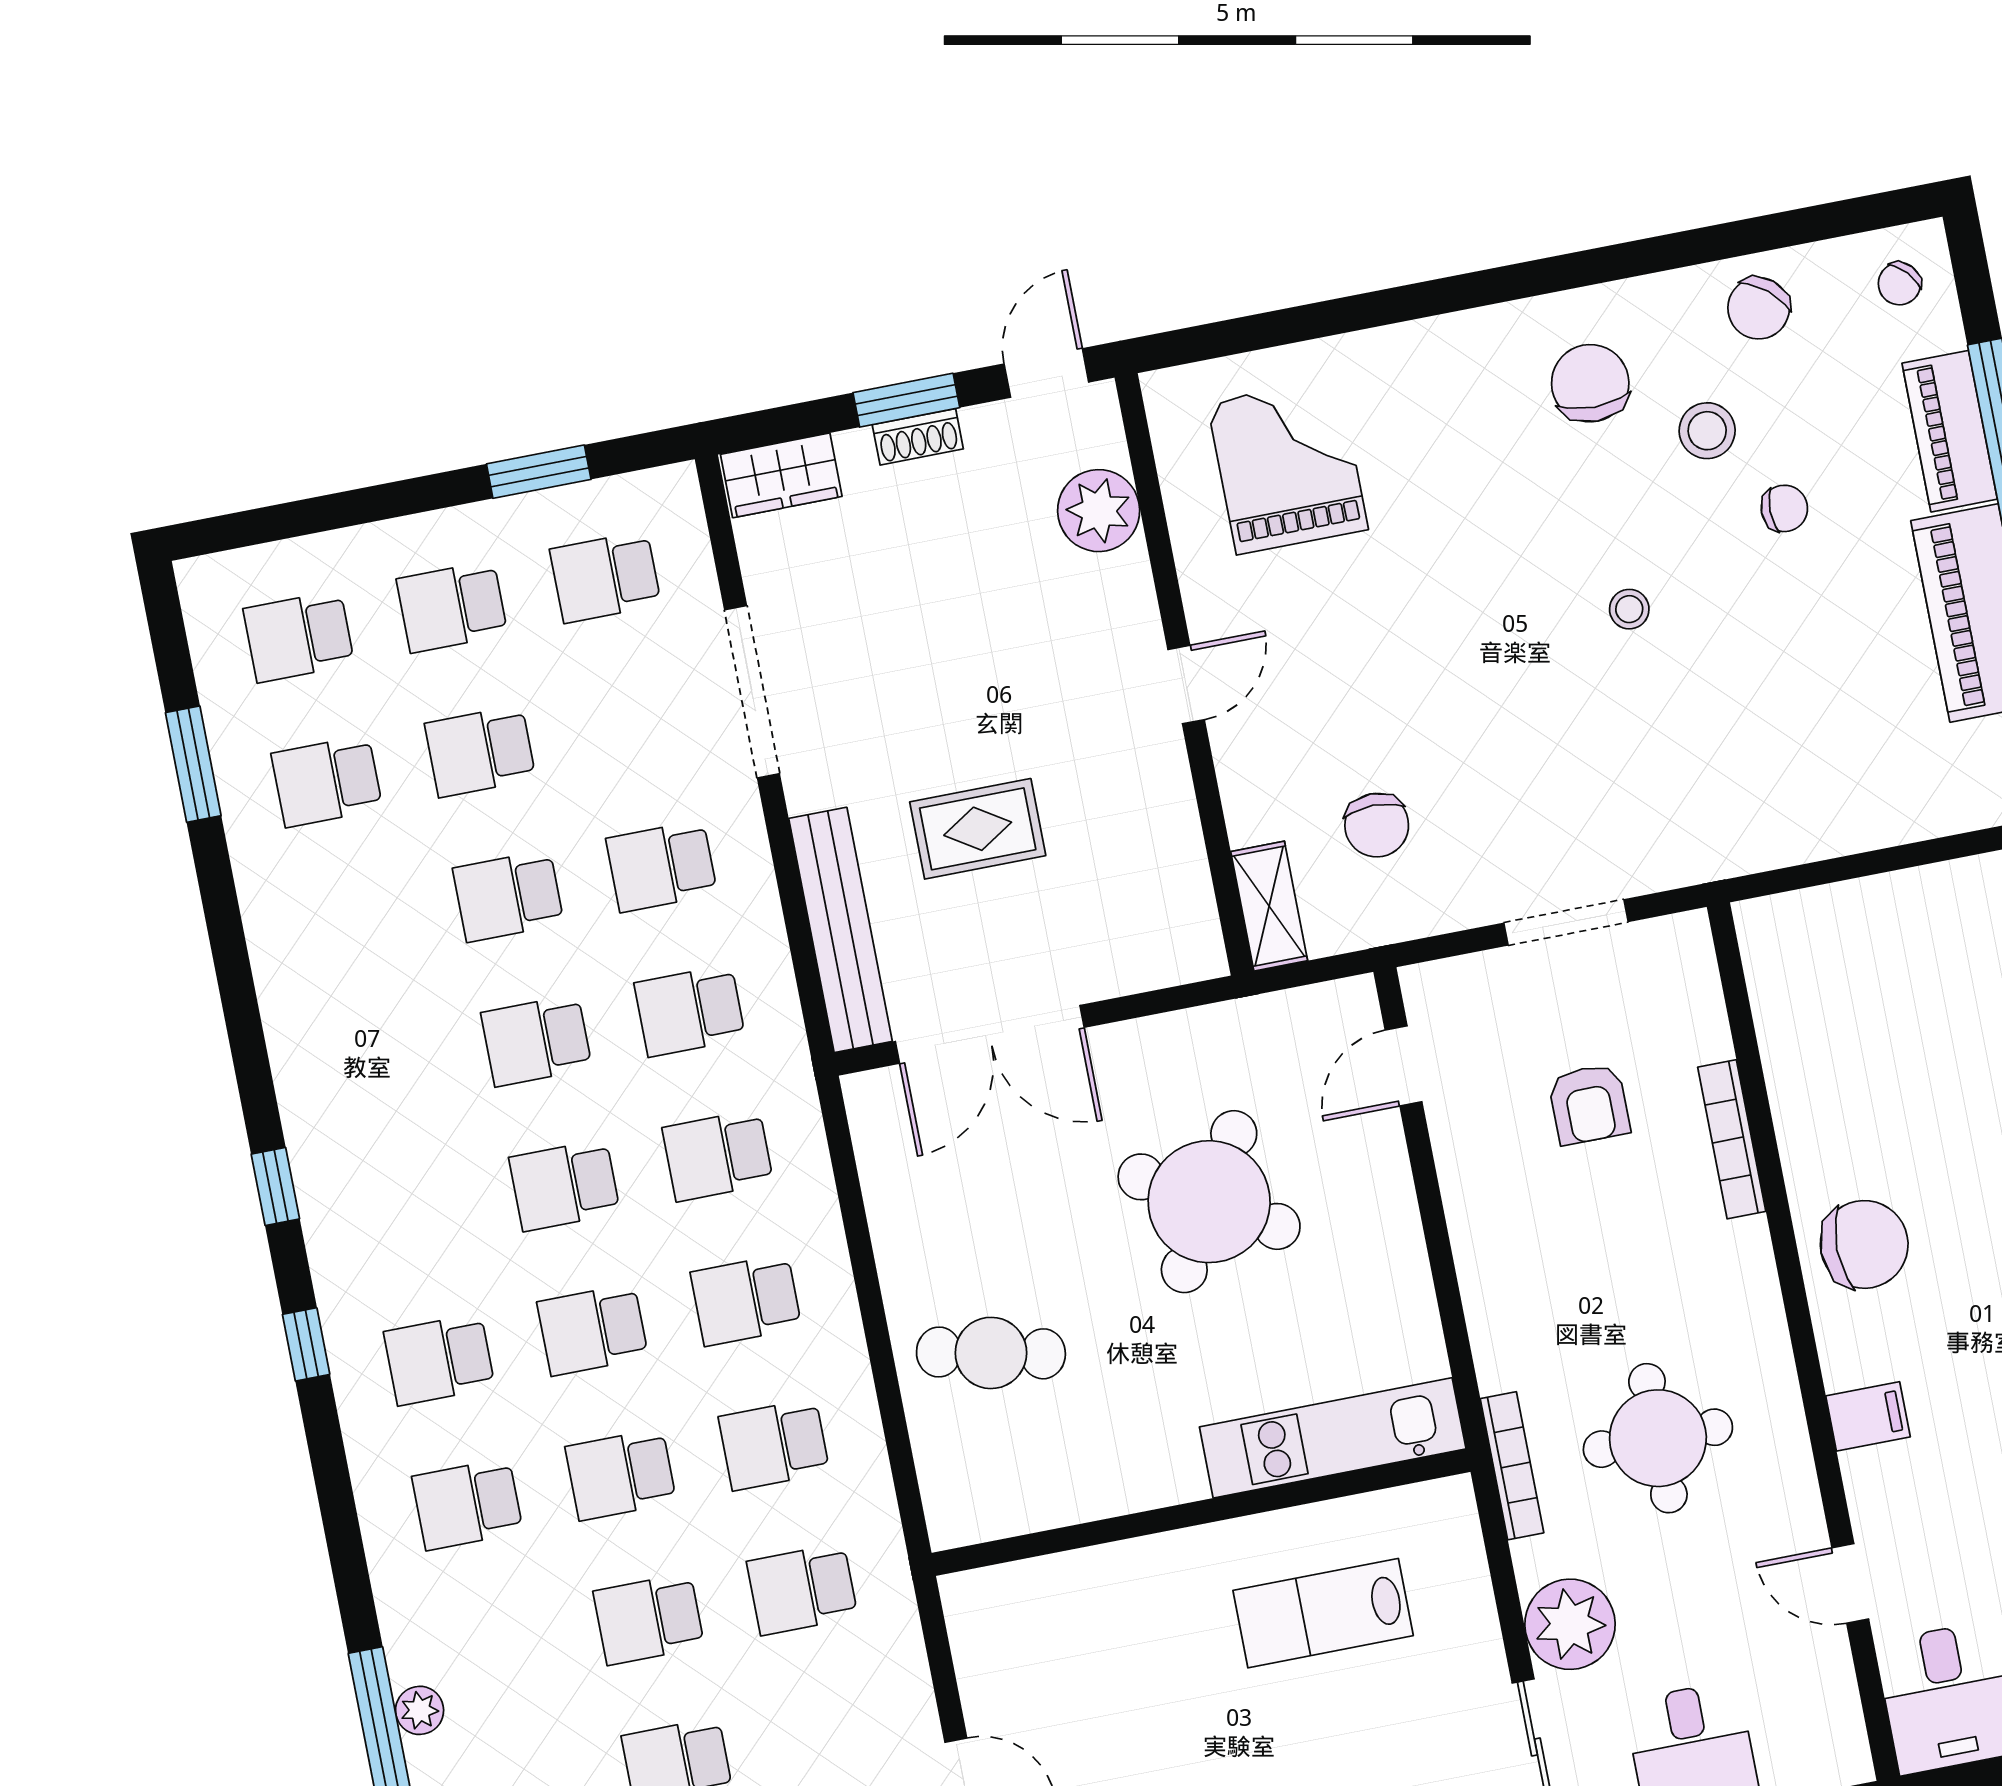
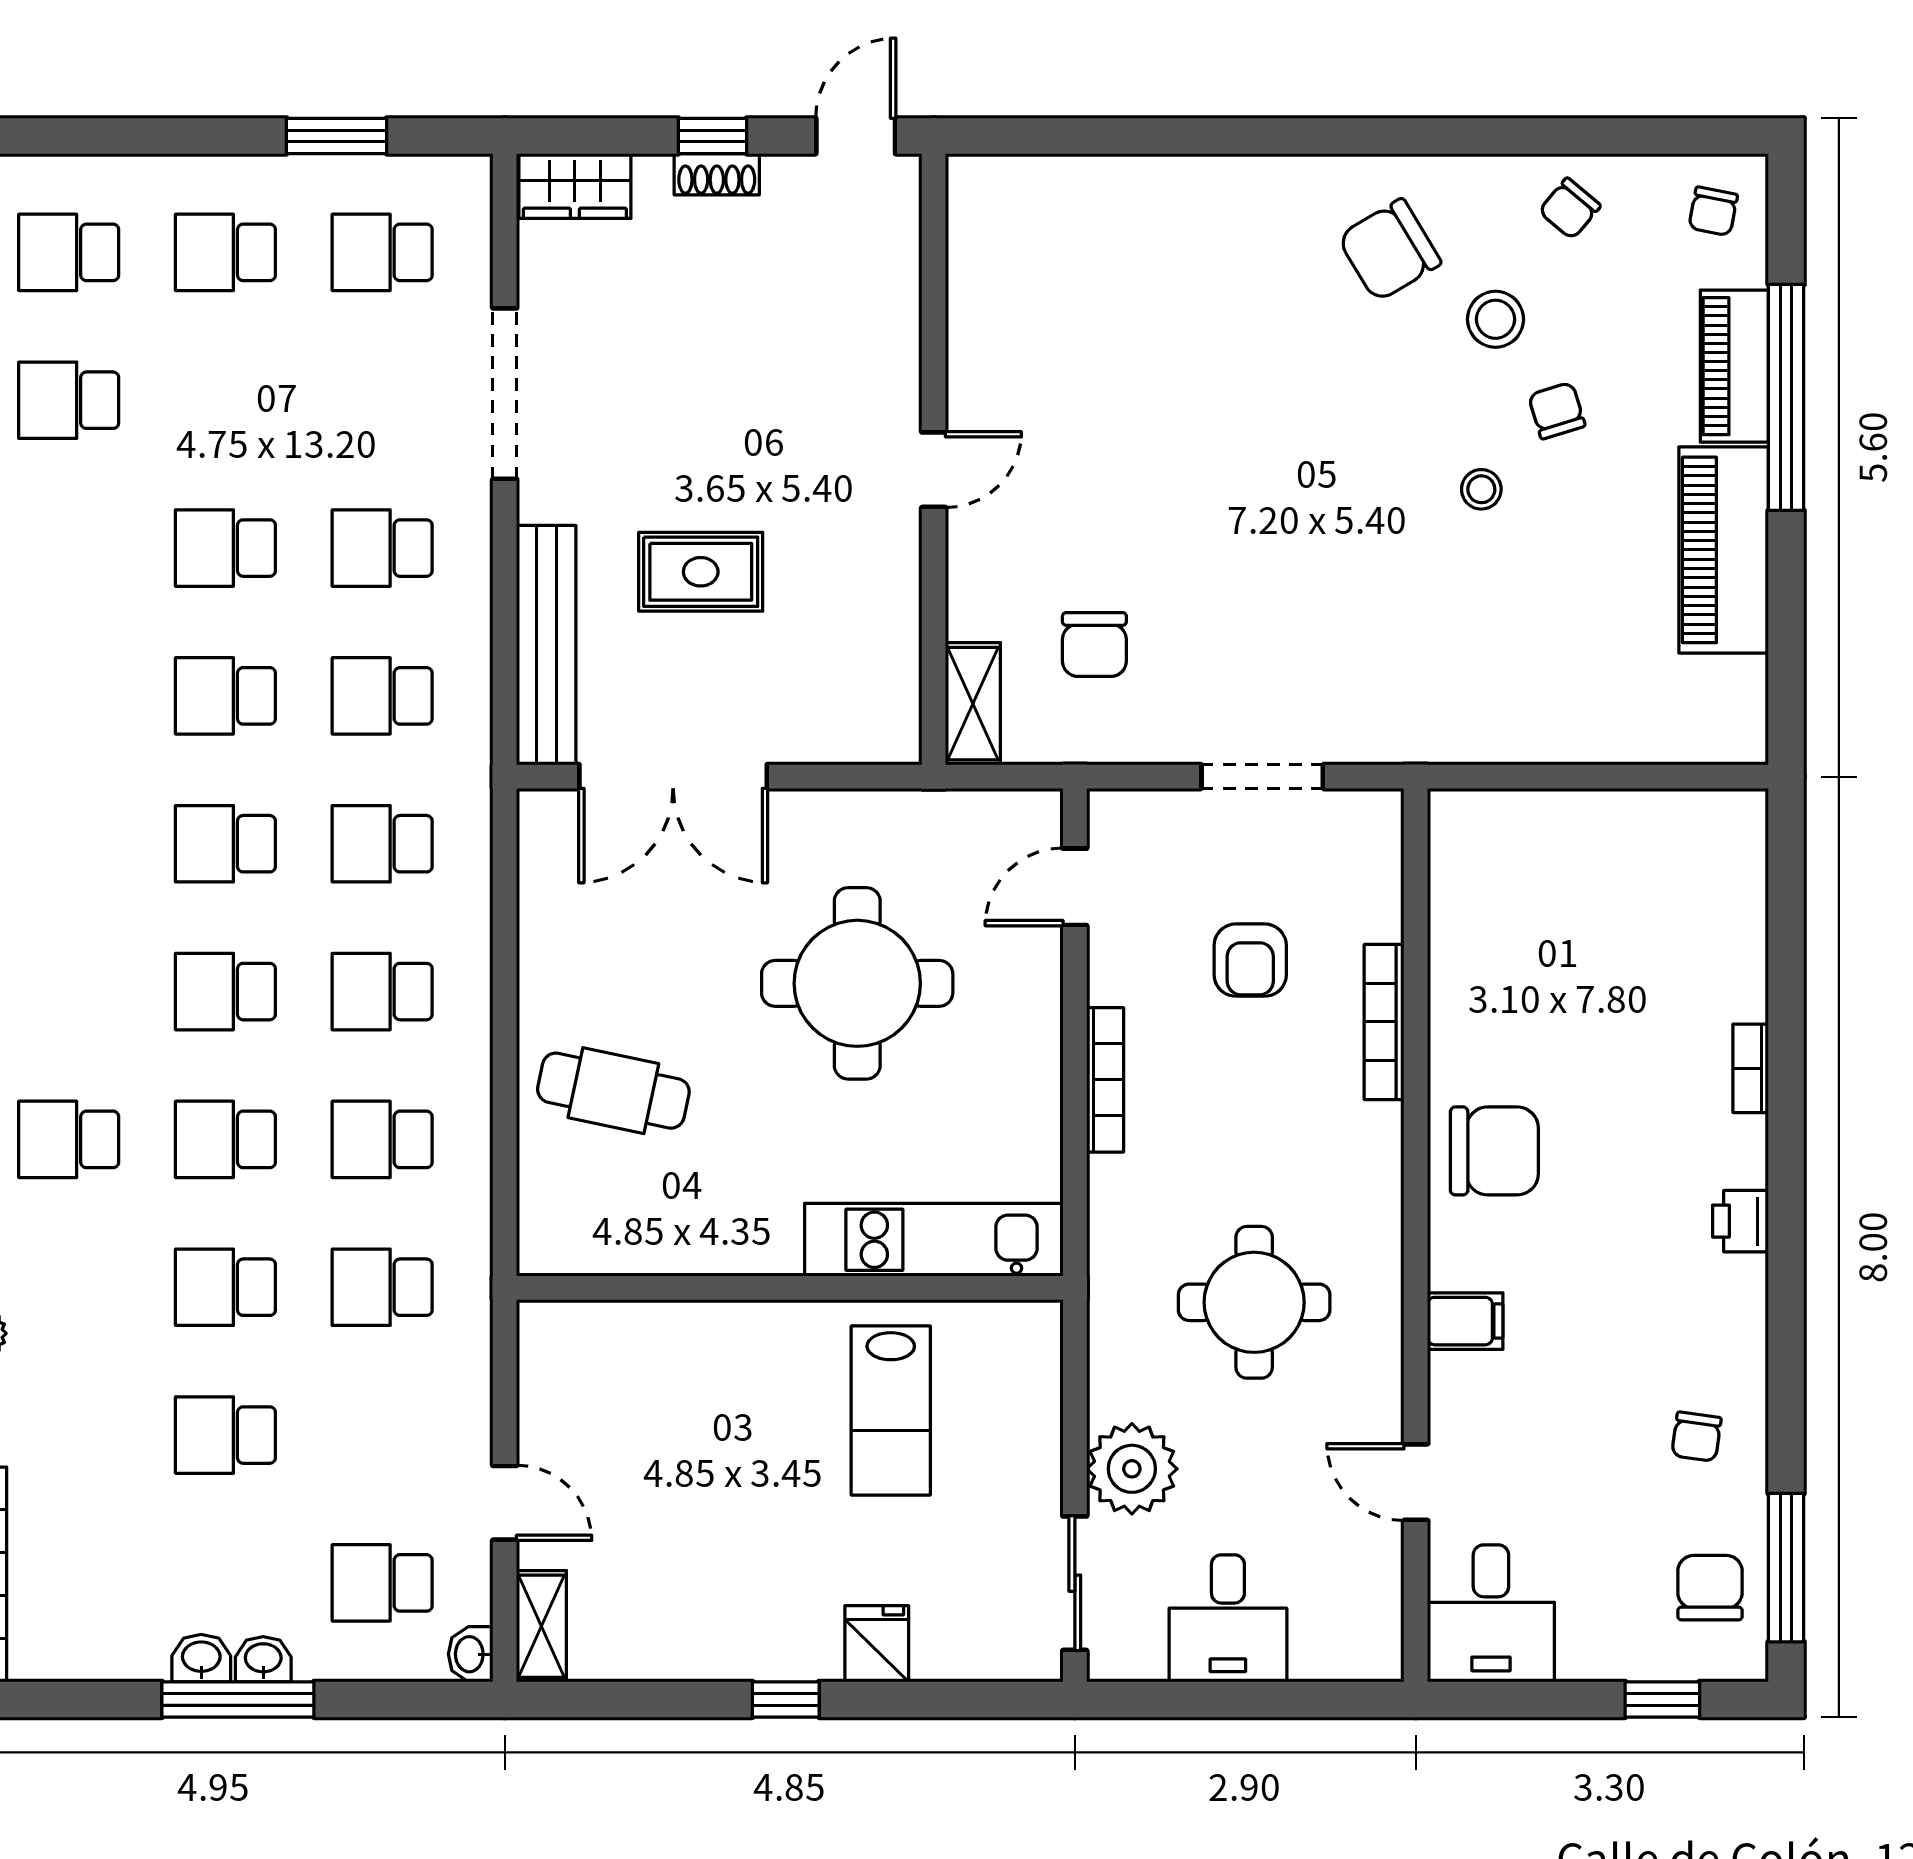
chair: (1899, 284) -> (1713, 211), turned -37
chair: (1759, 308) -> (1570, 208), width x0.73, depth x0.73
chair: (1590, 383) -> (1389, 250), turned -121
window: (906, 400) -> (712, 136), width x0.67
grand piano: (1288, 466) -> (1075, 274), removed
chair: (1784, 508) -> (1557, 411), turned -107
plant: (1099, 511) -> (881, 281), removed
stool: (1629, 609) -> (1481, 489), moved
school desk: (480, 751) -> (225, 400), removed
round table: (1209, 1202) -> (857, 983), turned -31
school desk: (439, 1360) -> (69, 992), removed
bookcase: (1512, 1466) -> (1105, 1080), moved
lab bench: (1323, 1613) -> (891, 1410), turned -90

